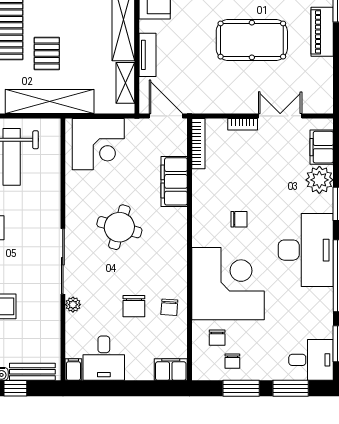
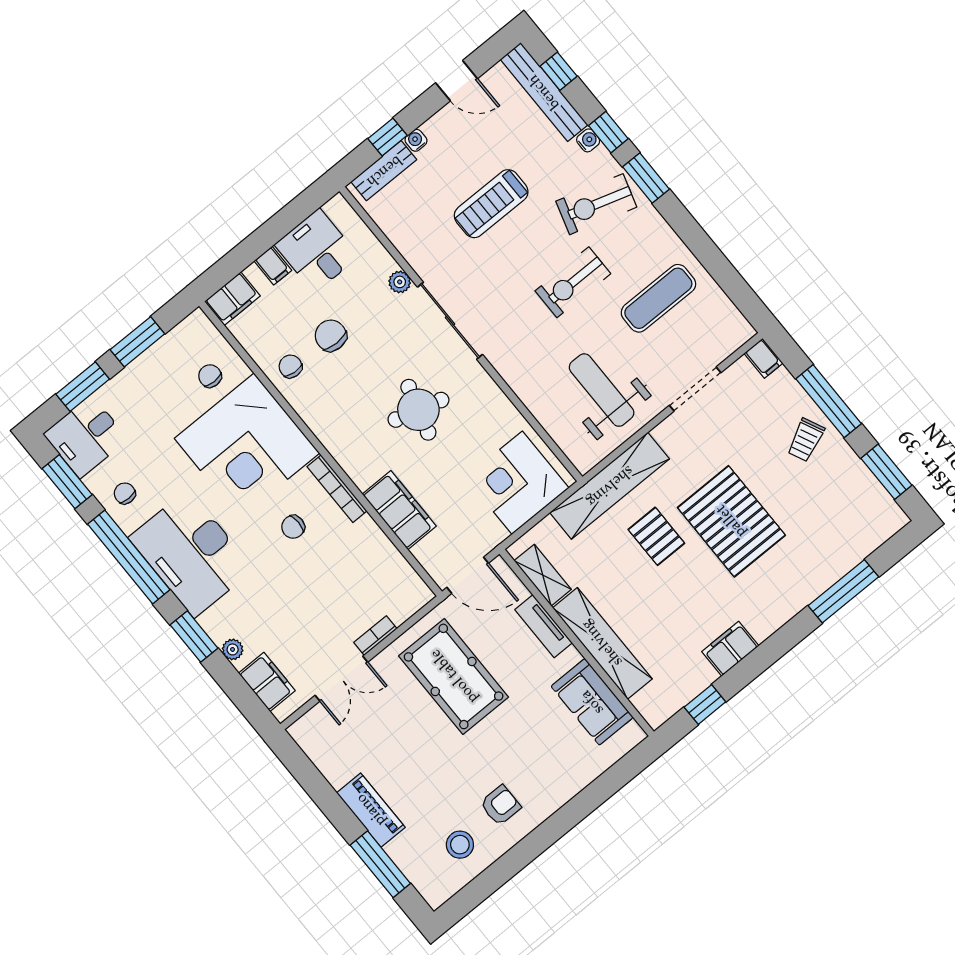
pool table: (252, 40) -> (454, 676), moved, turned 90
bookcase: (198, 144) -> (337, 489), moved
plant: (319, 180) -> (233, 649), width x0.53, depth x0.53
chair: (232, 361) -> (125, 493), moved
filing cabinet: (73, 369) -> (273, 266), moved

